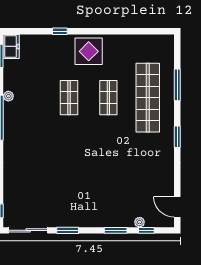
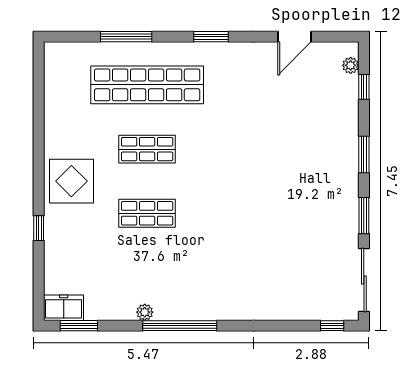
door: (177, 207) -> (295, 37), moved
plant: (140, 222) -> (351, 65), moved
window: (116, 230) -> (364, 155), moved

